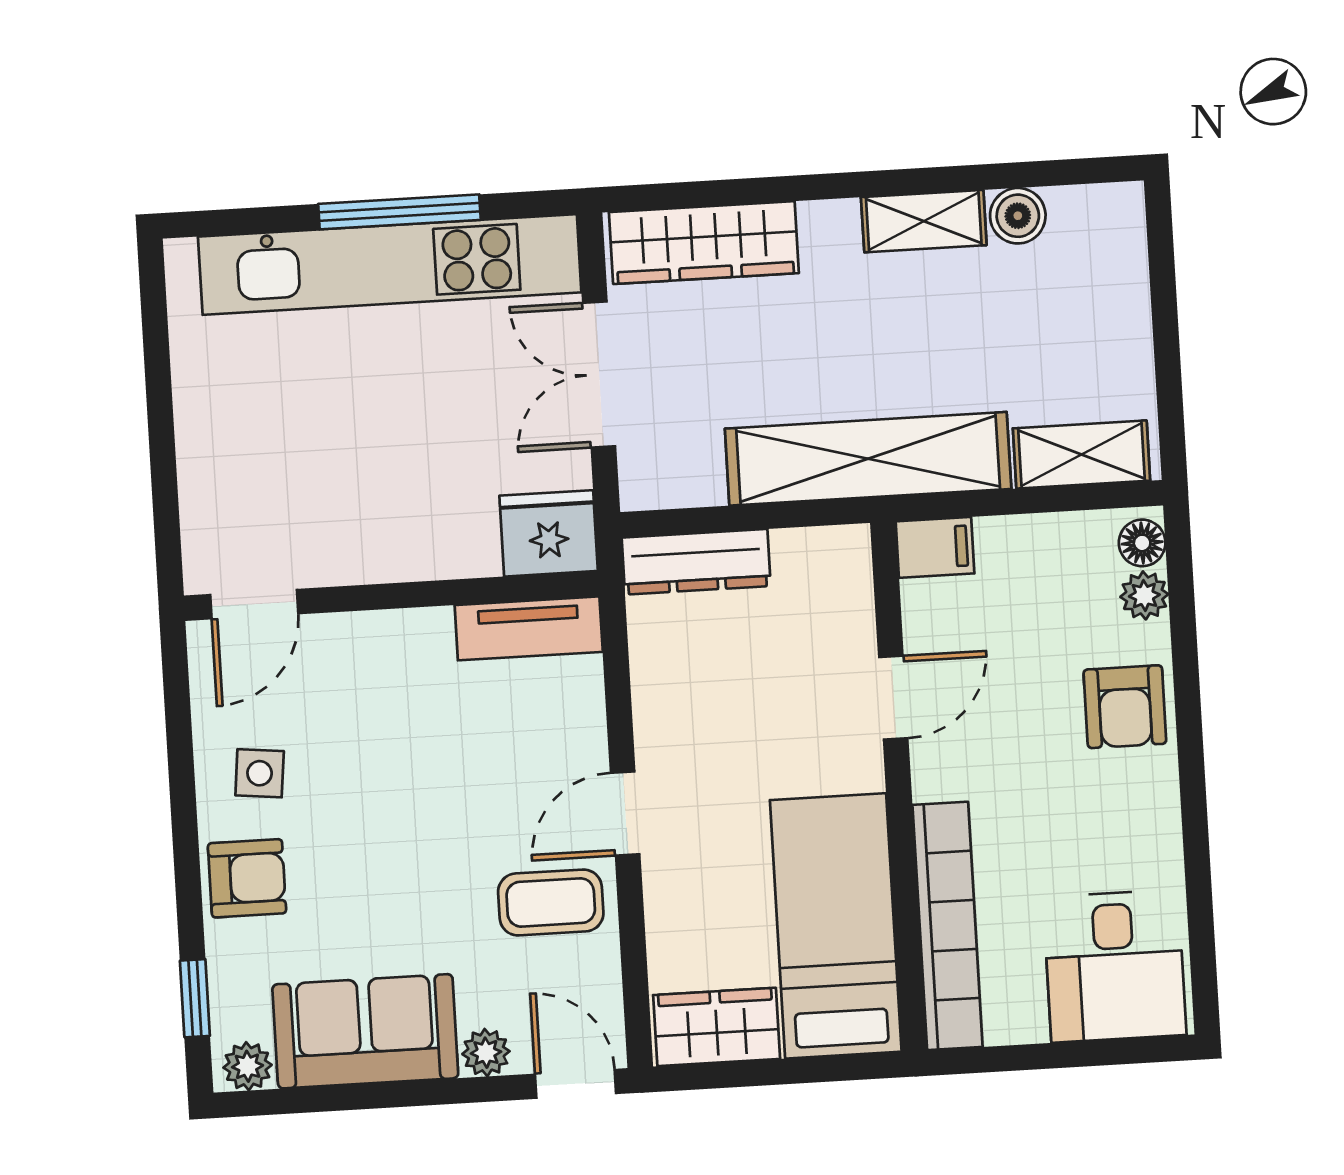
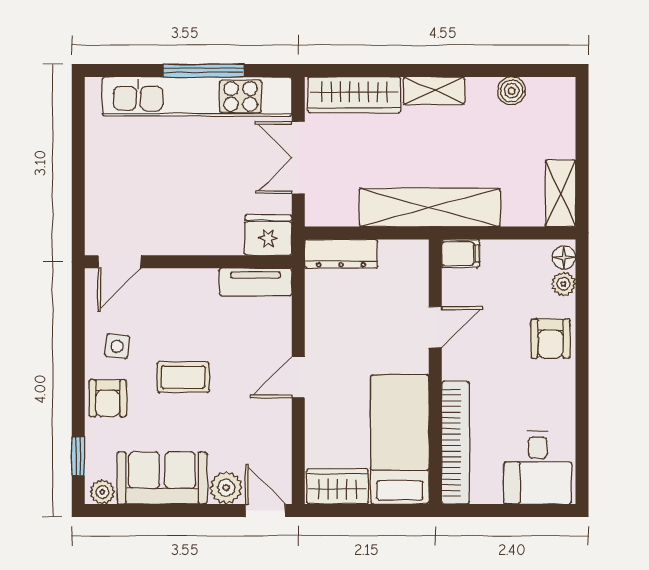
shelving: (924, 221) -> (434, 91), moved
shelving: (1082, 454) -> (560, 193), moved, turned 90
armchair: (247, 878) -> (108, 398), turned 90
coffee table: (551, 902) -> (183, 377), moved
plant: (486, 1053) -> (226, 488), width x1.38, depth x1.38

